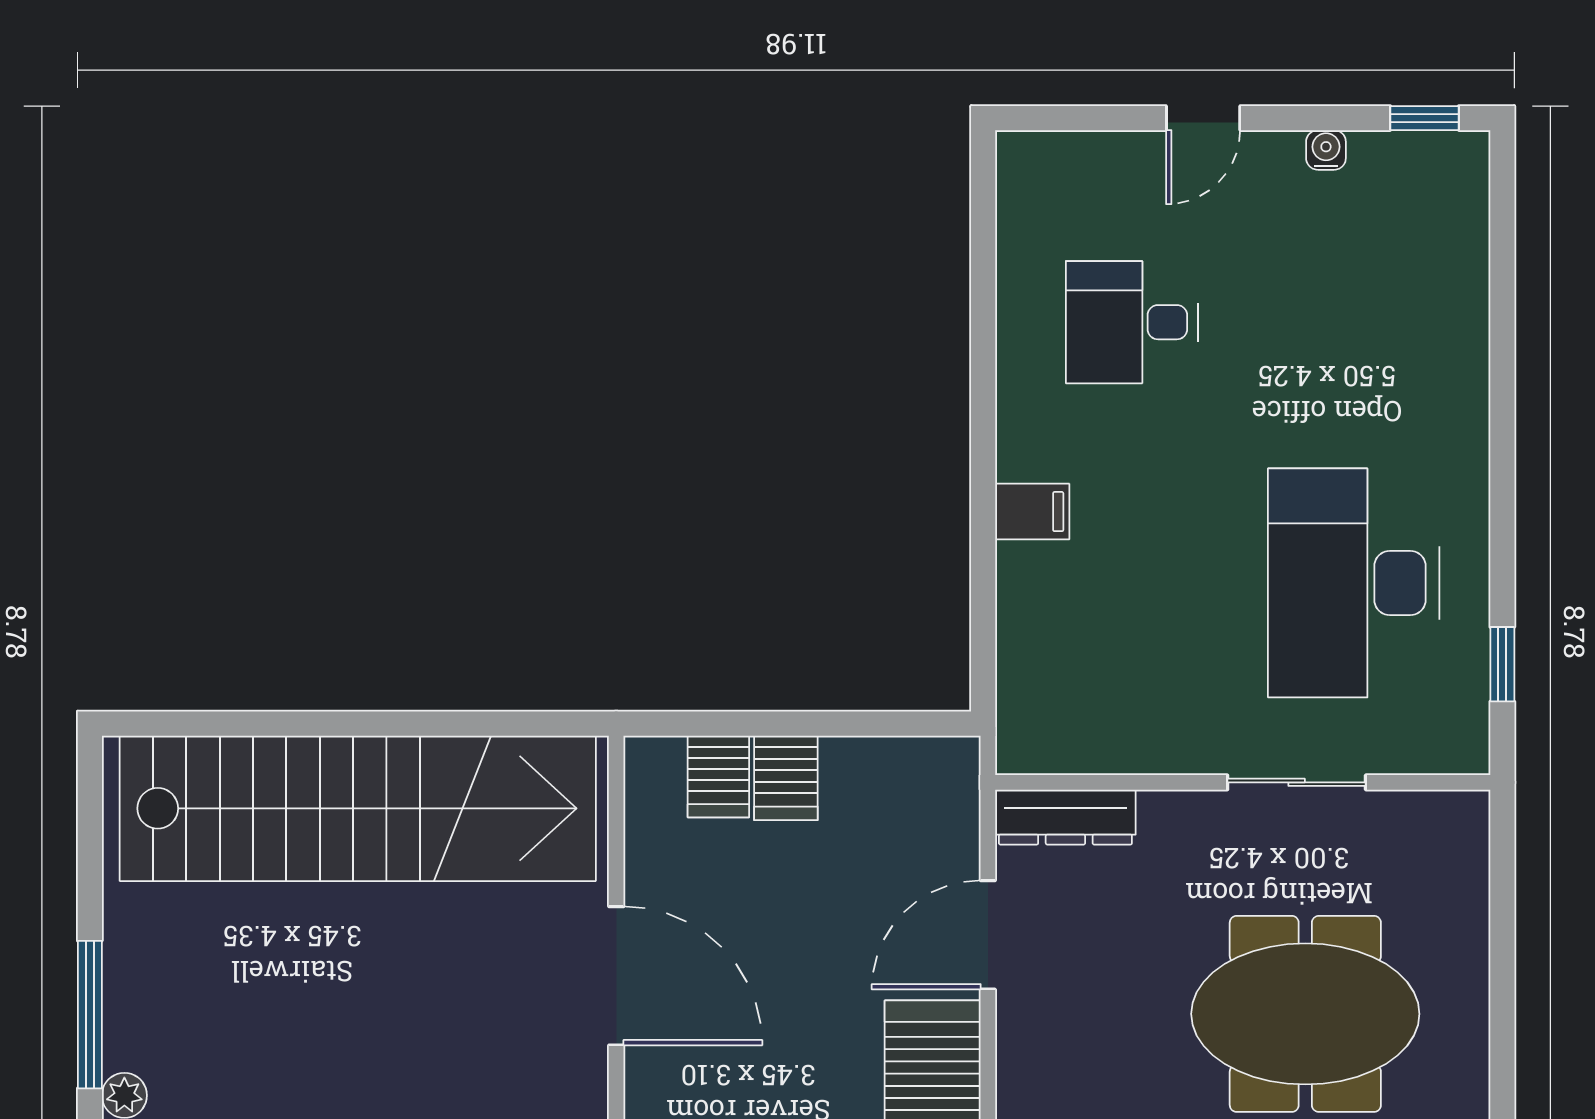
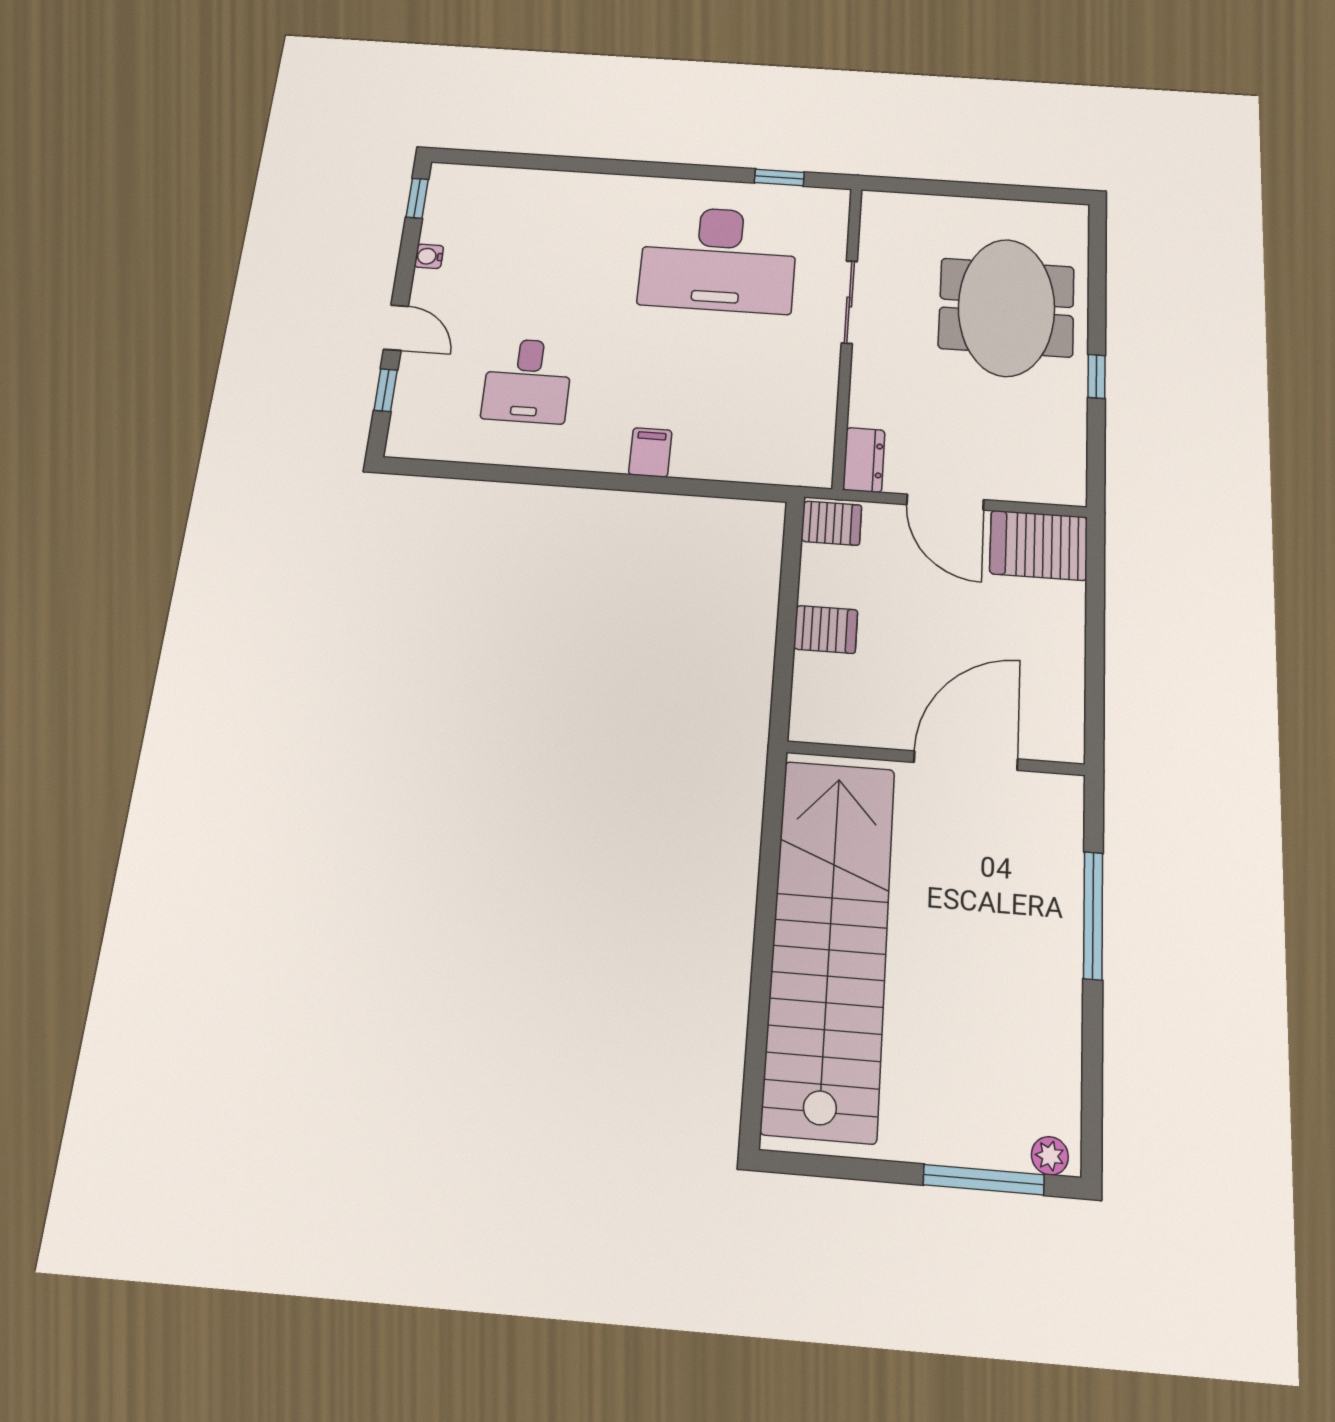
window: (1101, 118) -> (386, 390), added
server rack: (718, 776) -> (831, 523), moved
dresser: (1065, 817) -> (864, 460), width x0.70

